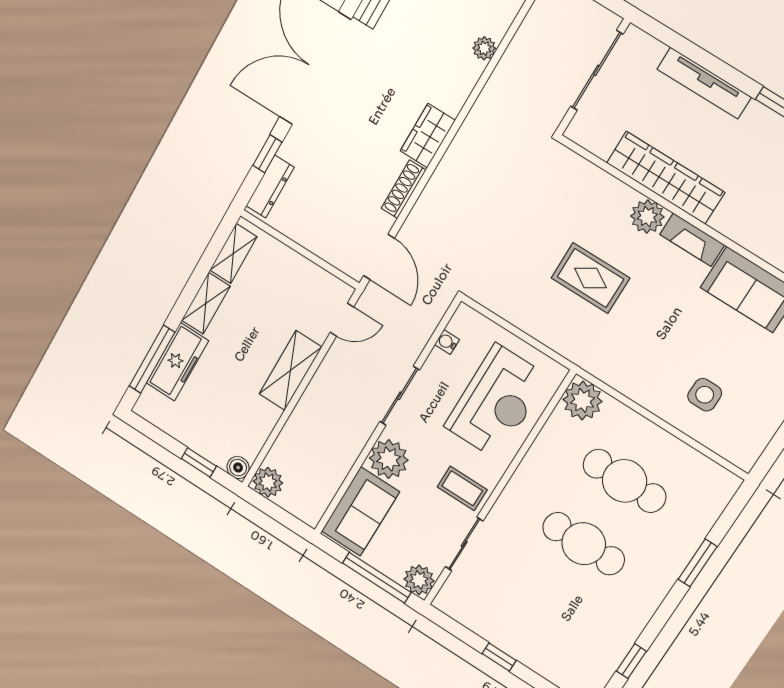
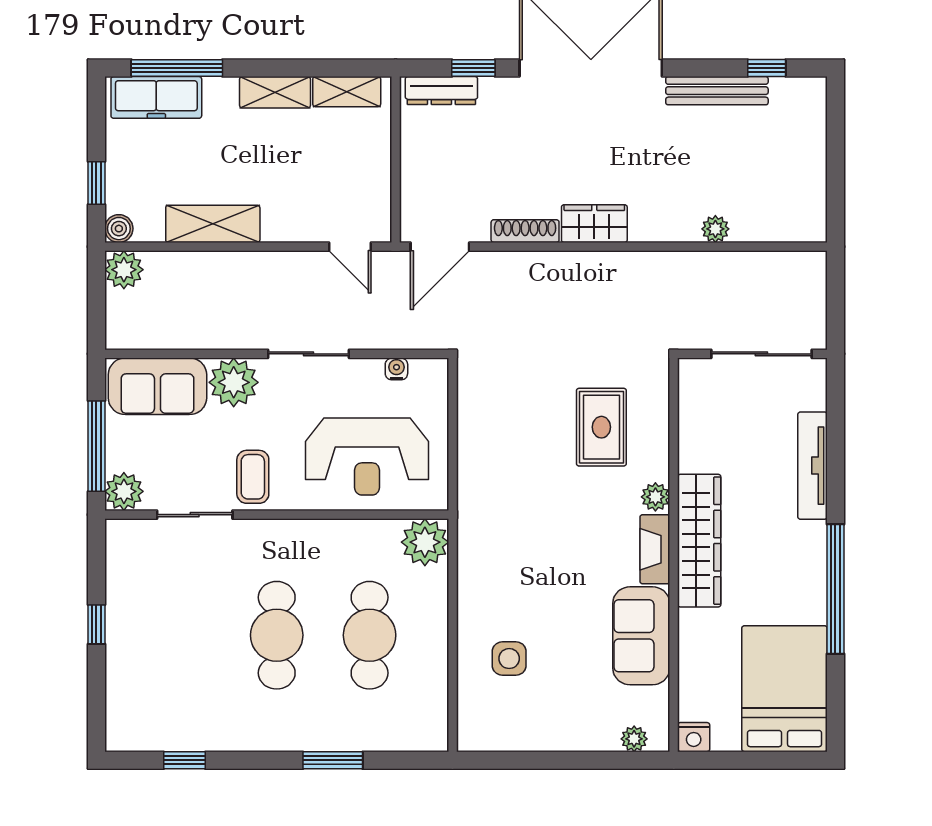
wardrobe: (666, 178) -> (699, 541), moved
plant: (647, 217) -> (655, 497), width x0.73, depth x0.73
rug: (590, 278) -> (601, 427), moved
freezer: (177, 362) -> (156, 97), moved
shelving: (290, 370) -> (213, 224), moved

